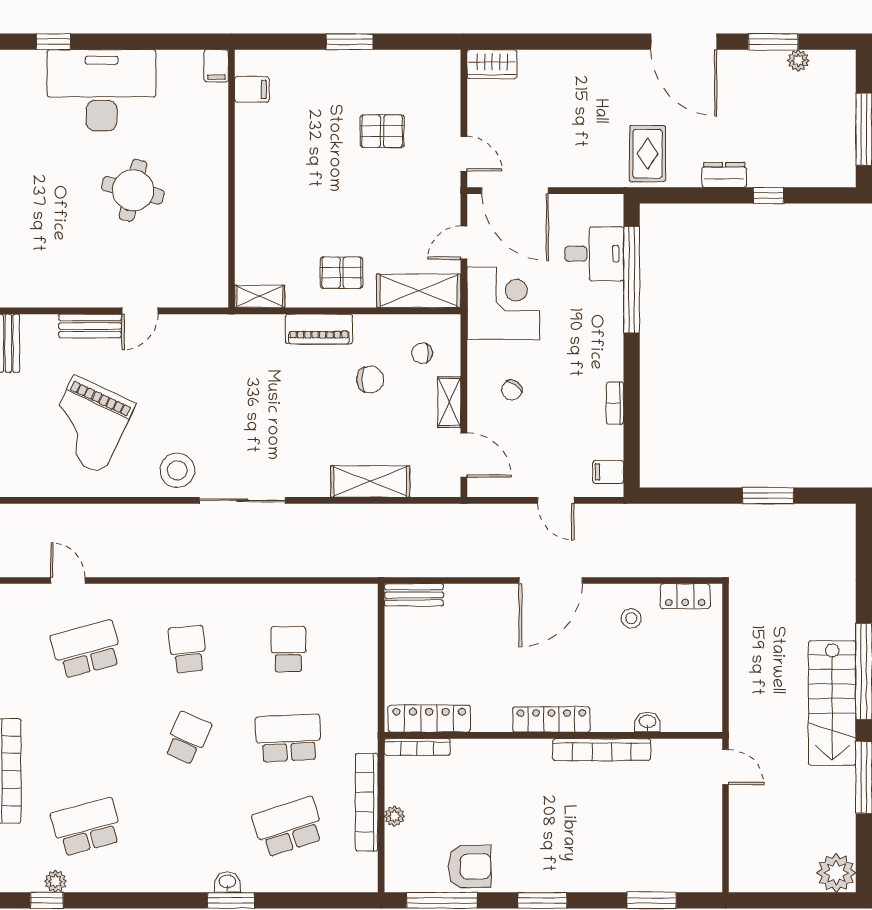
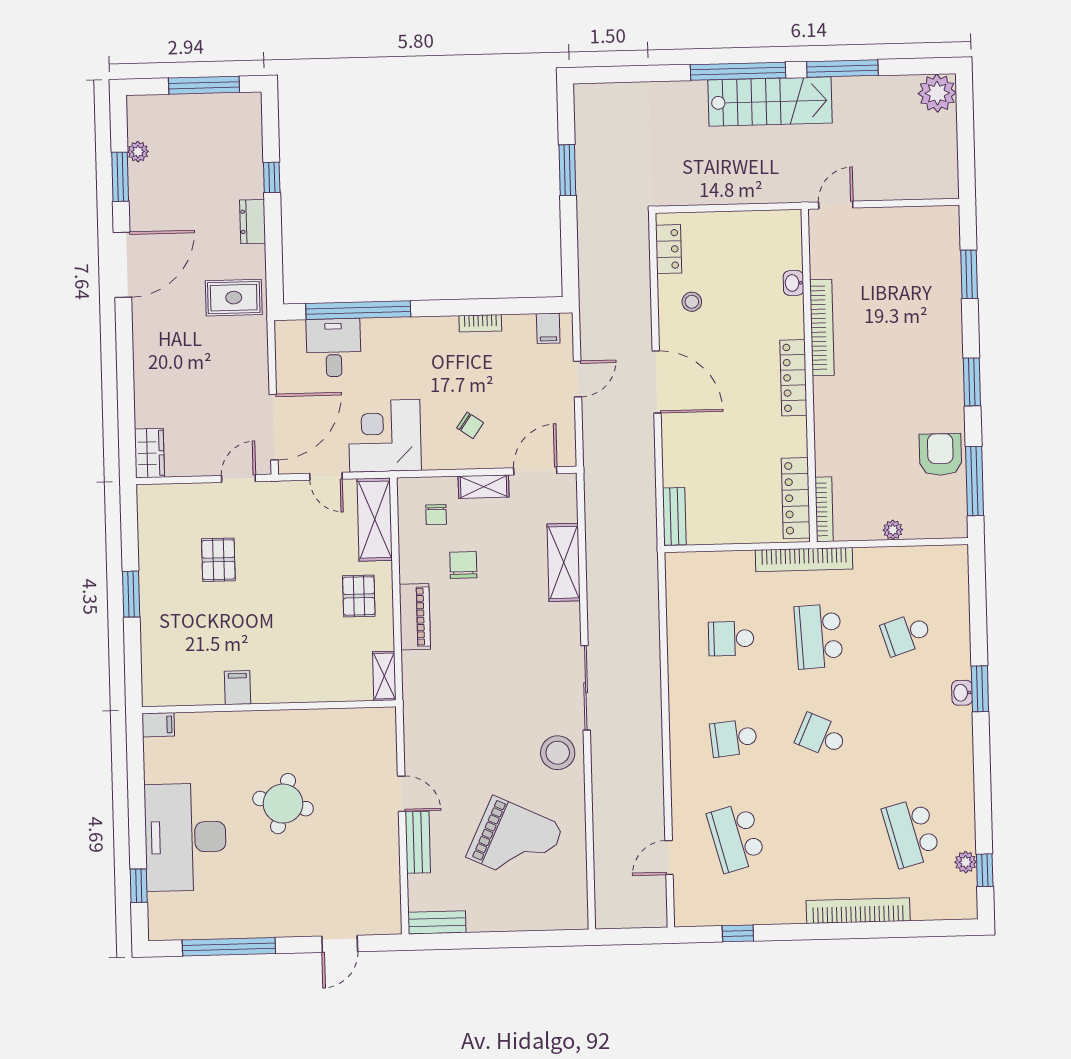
filing cabinet: (252, 89) -> (238, 688), moved
bookcase: (367, 802) -> (804, 559), moved
school desk: (288, 827) -> (906, 634), width x0.54

